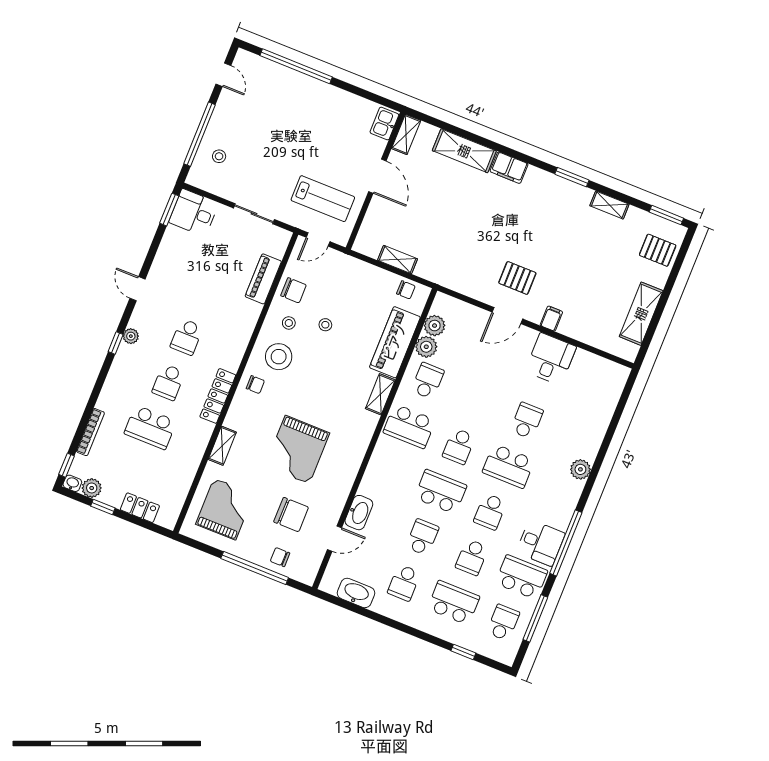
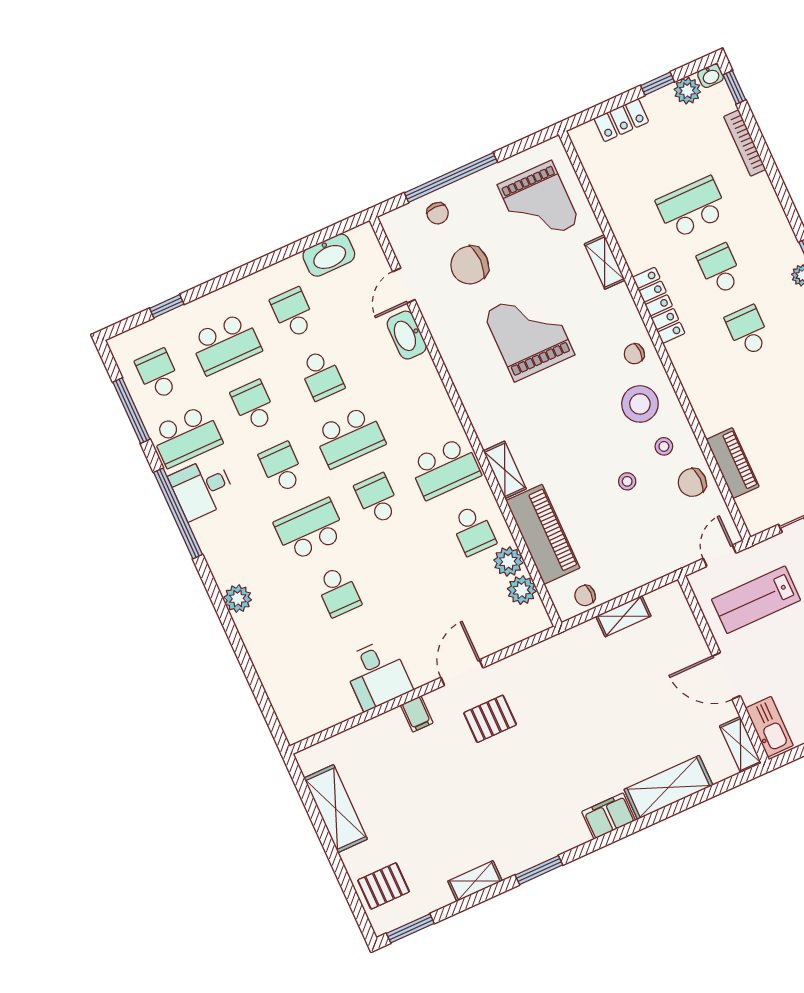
kitchen sink: (384, 124) -> (769, 727), width x1.38
school desk: (409, 426) -> (445, 468), turned 180
chair: (280, 557) -> (438, 213), turned 90
school desk: (503, 623) -> (158, 374), turned 180

